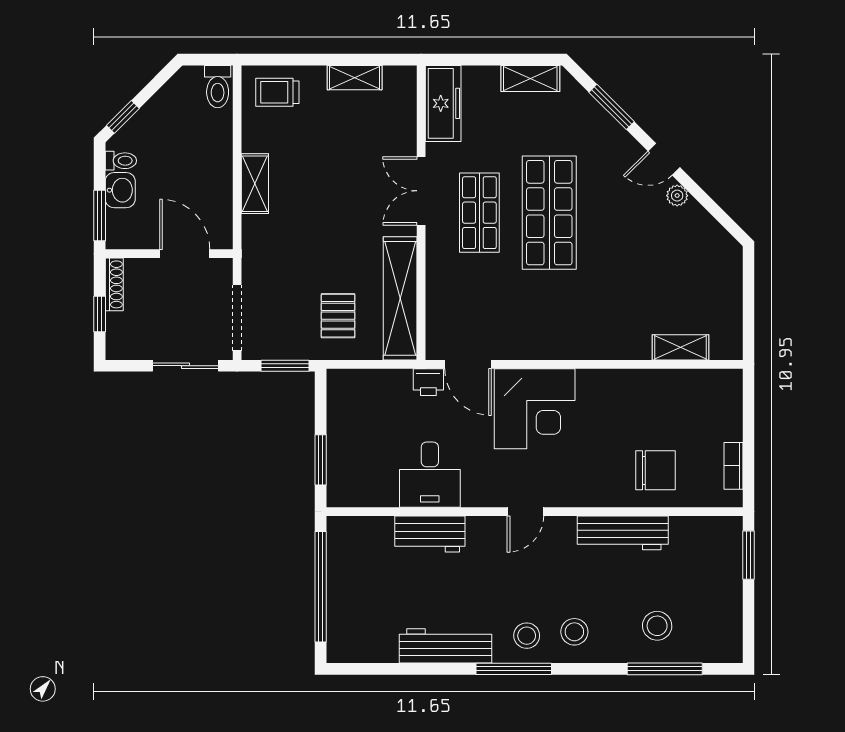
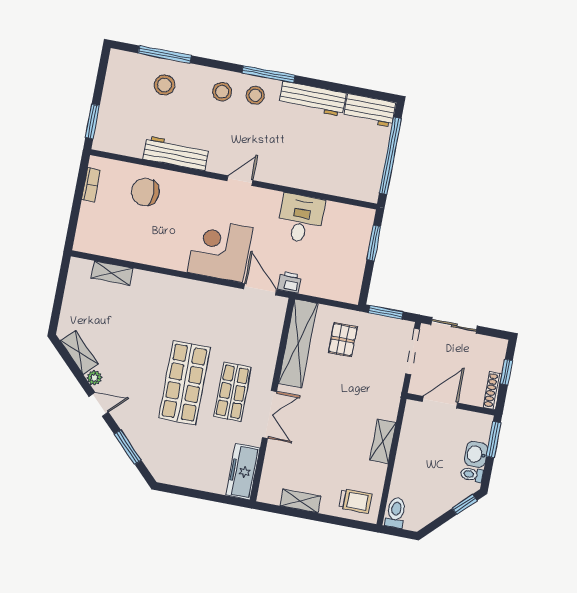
shelving: (530, 78) -> (79, 352), moved, turned 45
door: (185, 254) -> (440, 402), swing flipped
workbench: (430, 534) -> (370, 110), moved, turned 180

